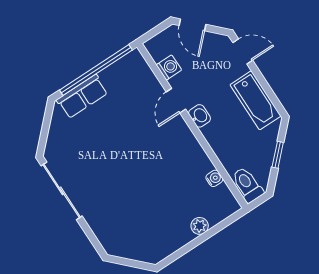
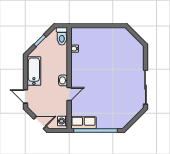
door: (192, 25) -> (40, 123), hinge flipped
washing machine: (169, 67) -> (63, 121), moved
row of seats: (82, 96) -> (83, 123), moved
plant: (200, 226) -> (95, 32), removed

